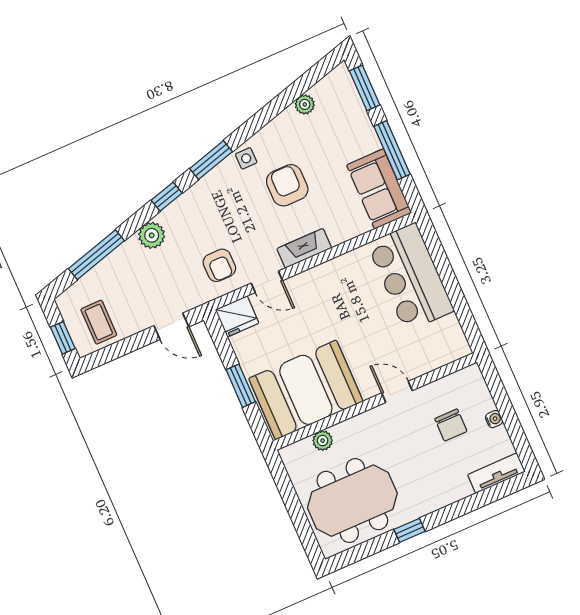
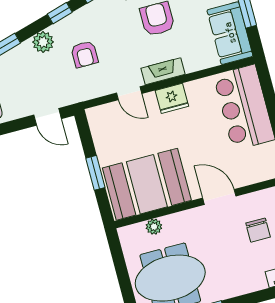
armchair: (219, 265) -> (84, 54), moved
fridge: (237, 316) -> (172, 98), moved
door: (397, 392) -> (219, 197), width x1.38

